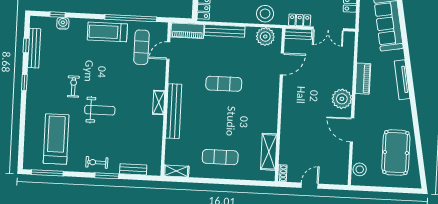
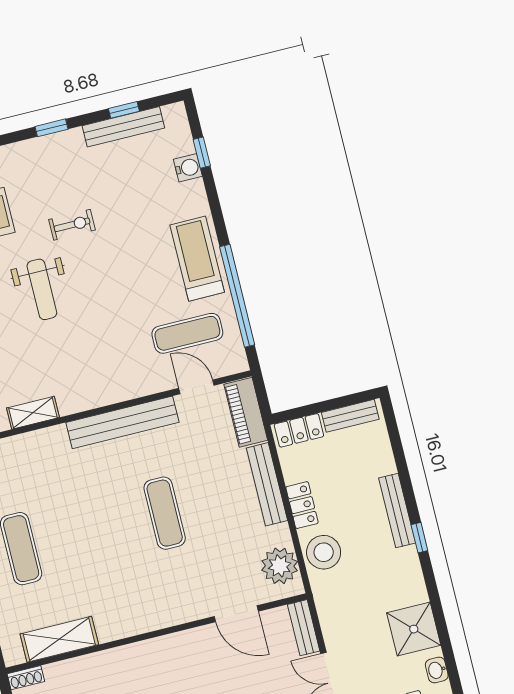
locker: (300, 20) -> (302, 505), moved
shelving: (159, 103) -> (33, 413), moved
bench: (174, 111) -> (122, 422), moved

